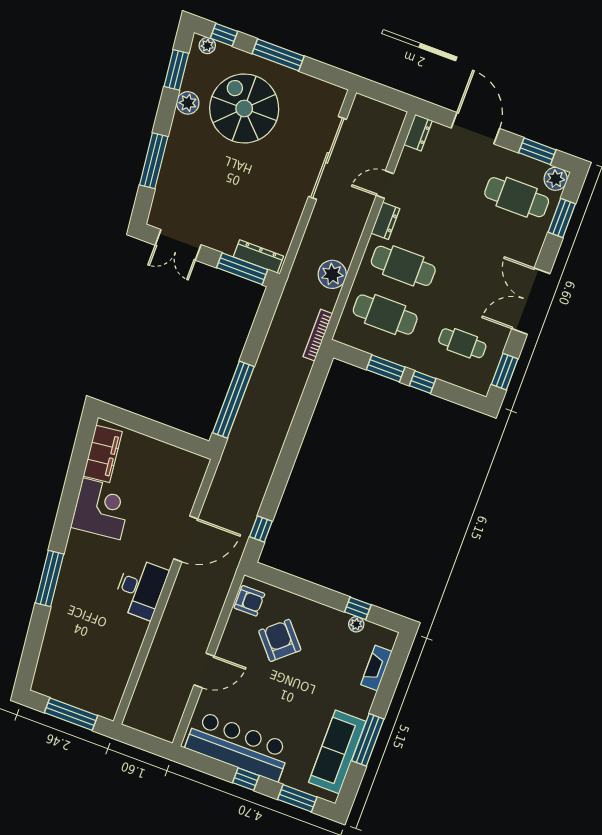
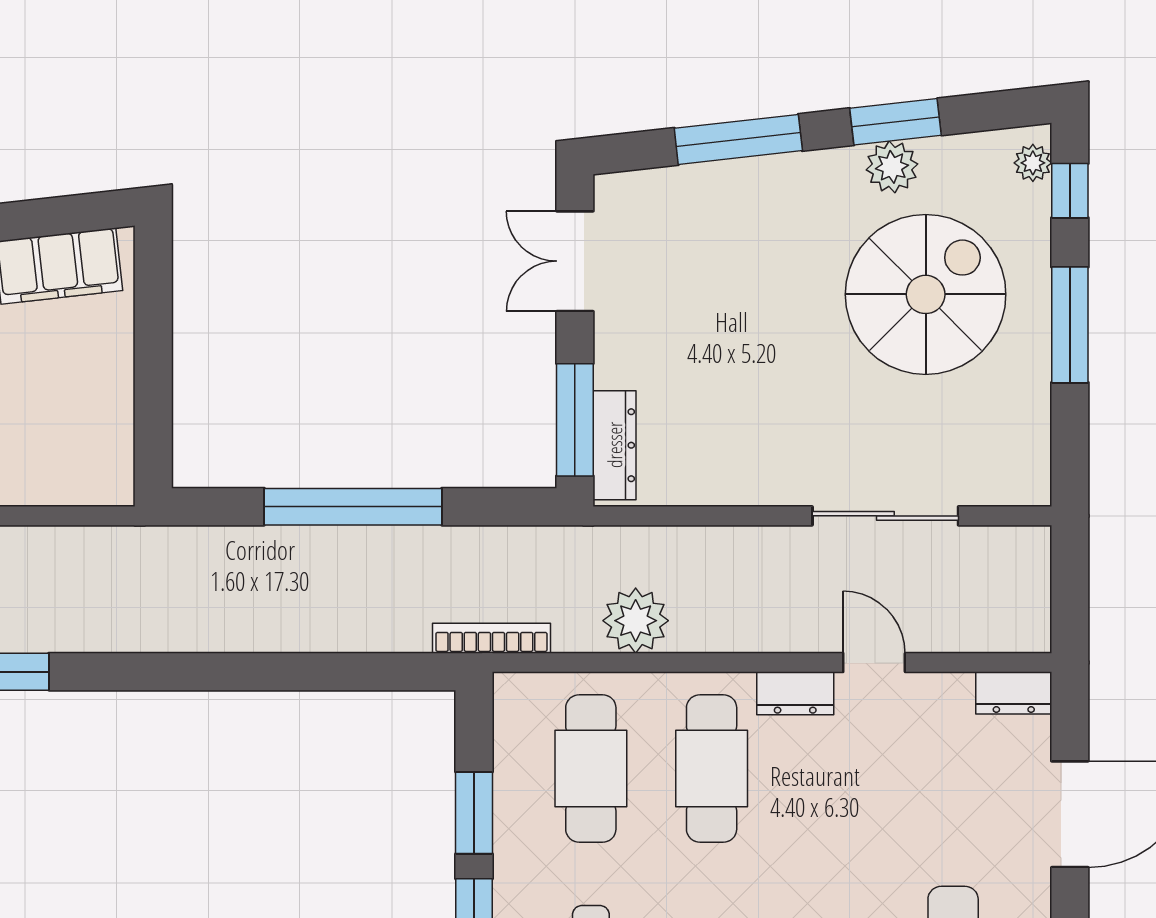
window: (176, 70) -> (895, 122), moved
sliding door: (327, 158) -> (885, 516), width x0.73
window: (233, 400) -> (353, 507), moved

